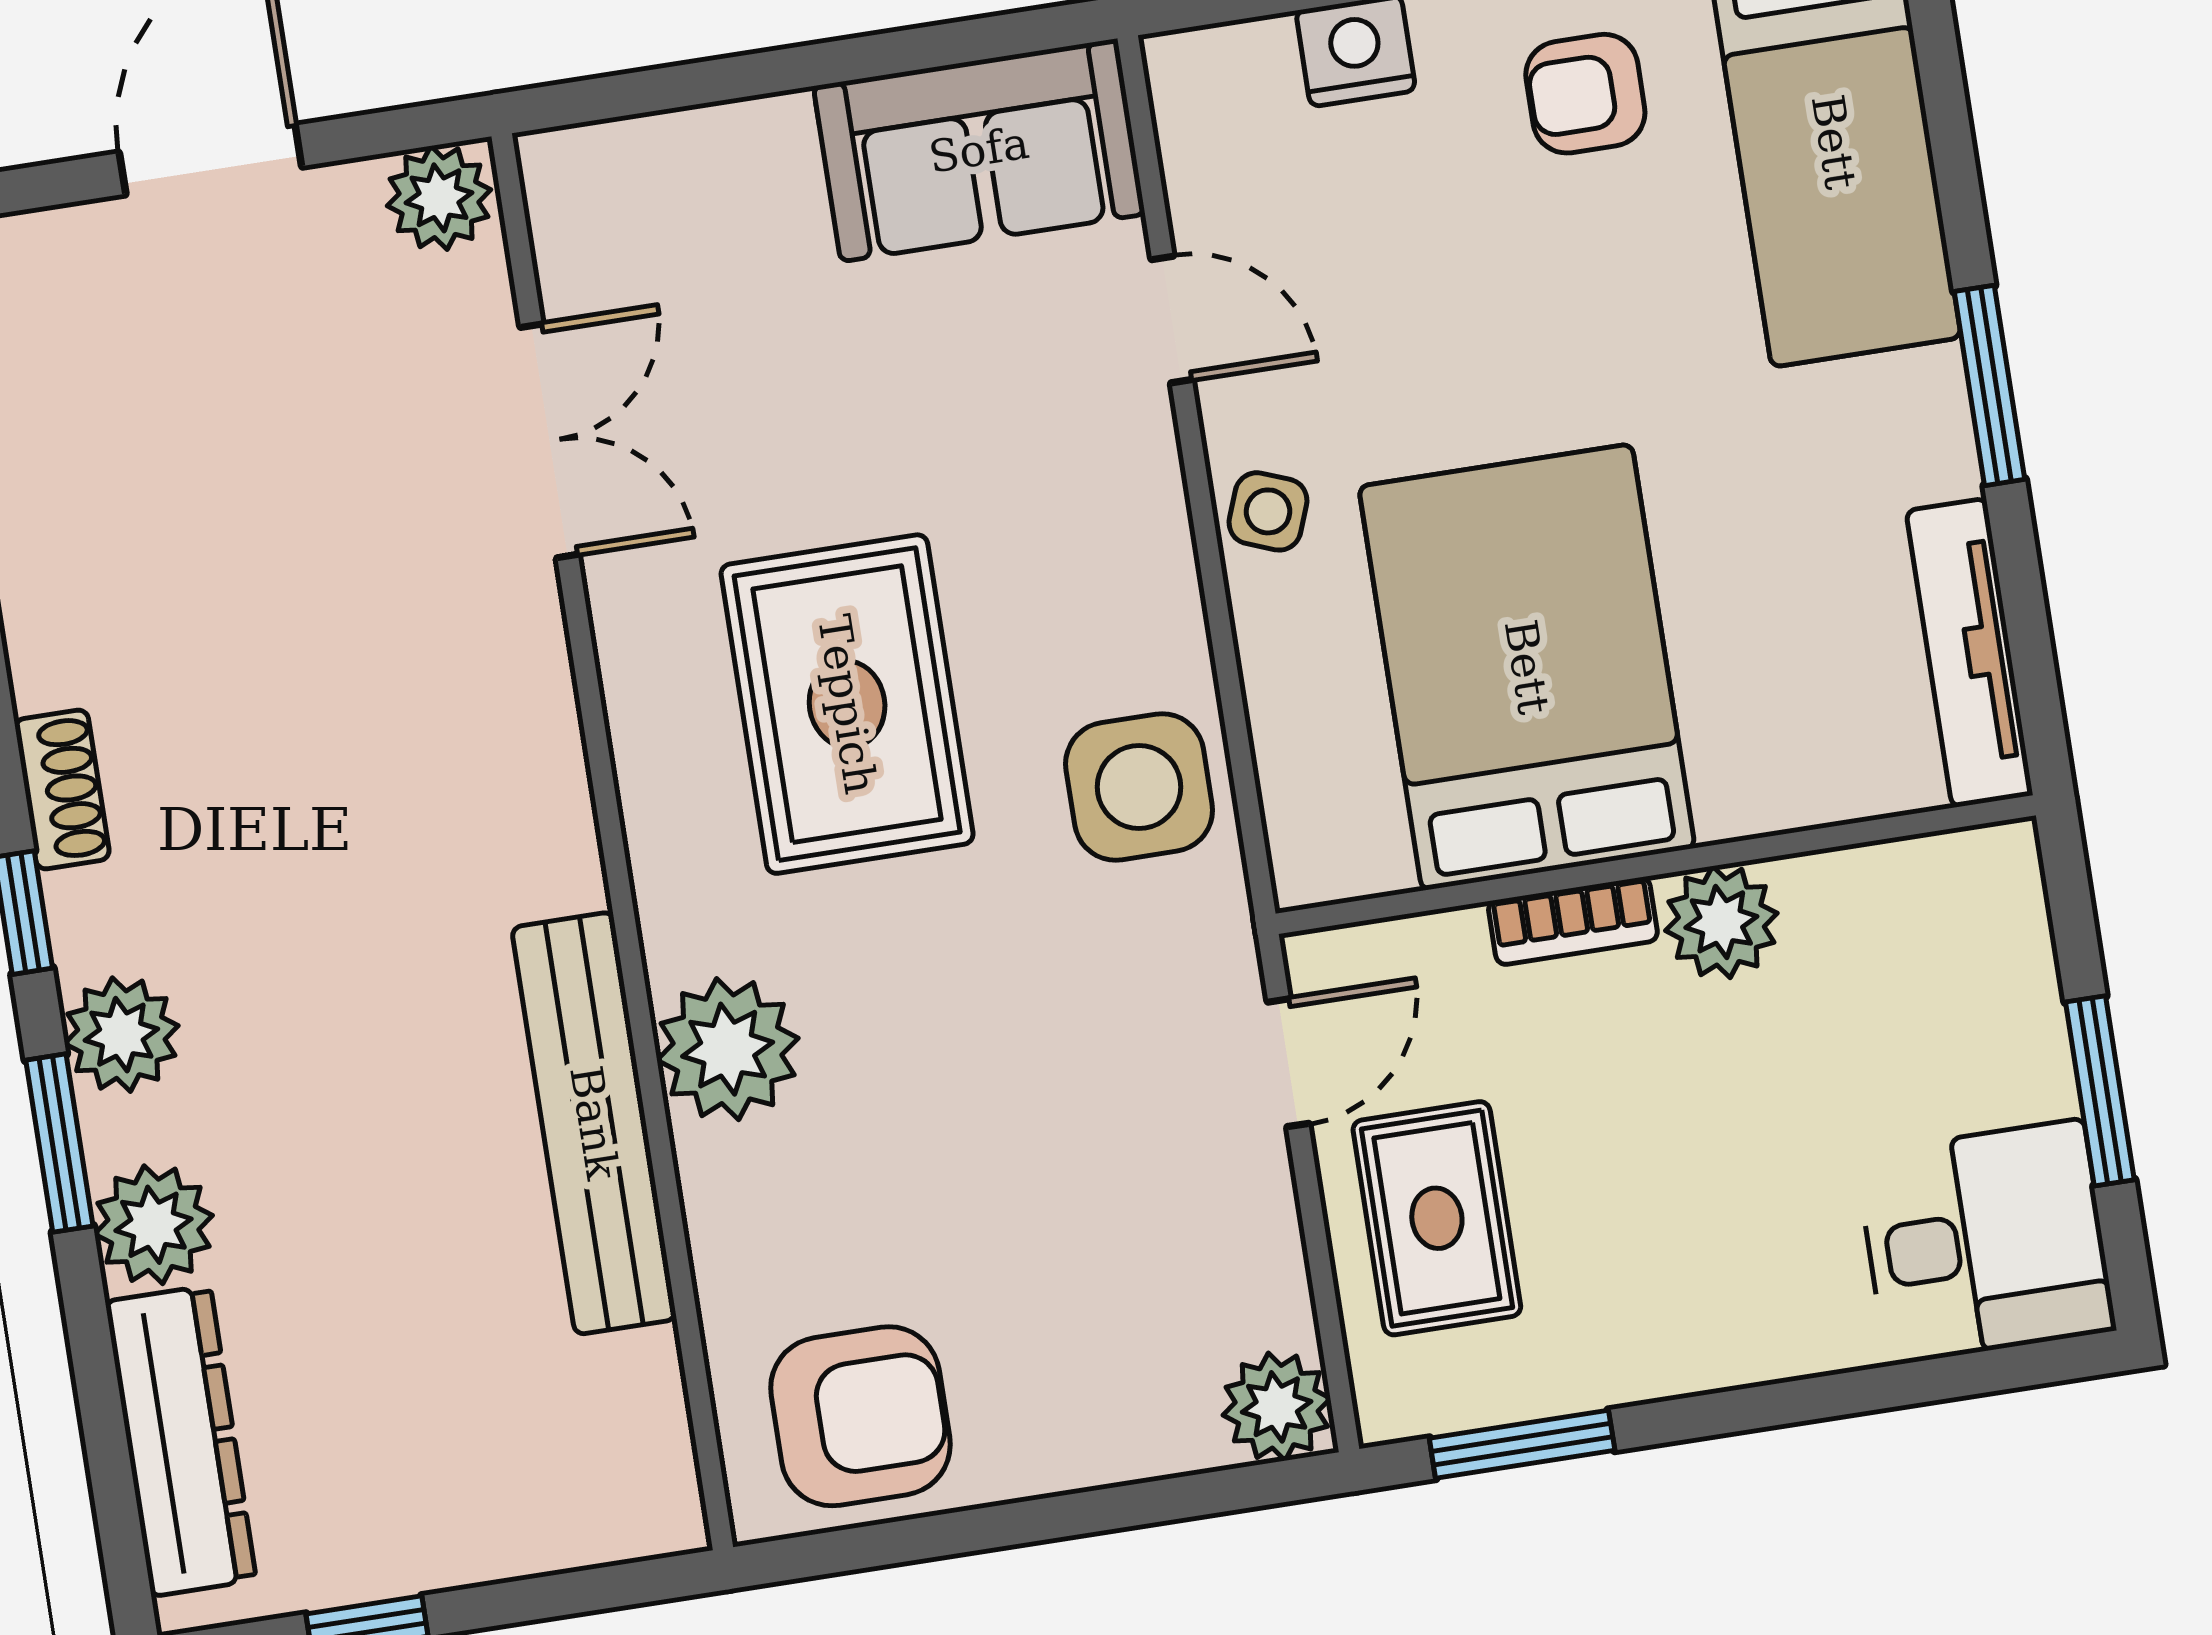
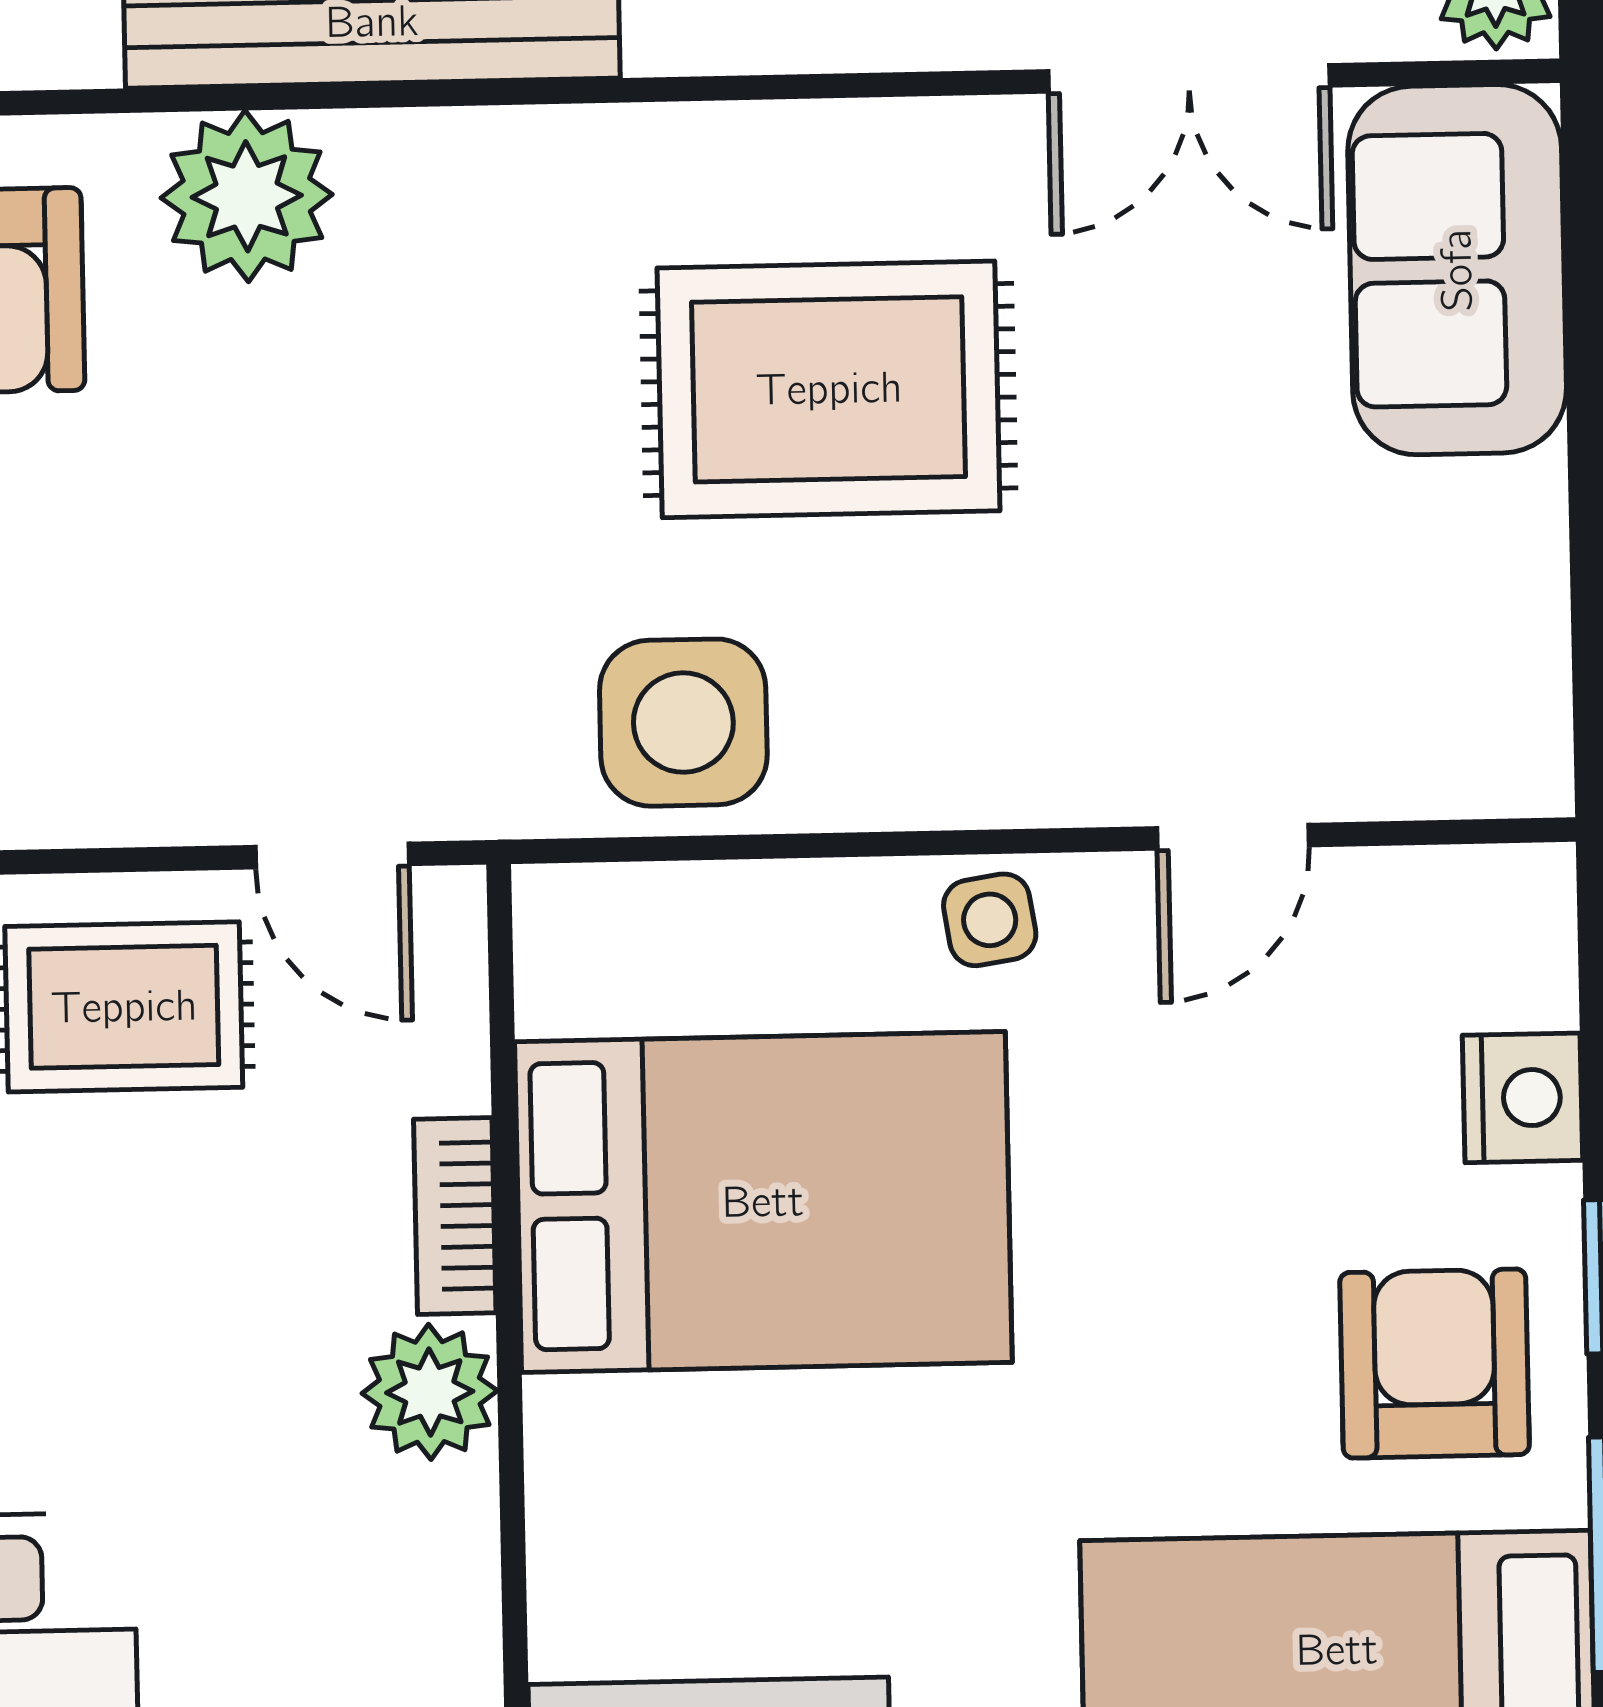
armchair: (1585, 94) -> (1435, 1364), width x1.38, depth x1.38
sofa: (979, 150) -> (1457, 270), moved
side table: (1268, 511) -> (990, 920), turned -30
plant: (728, 1049) -> (247, 196), moved

